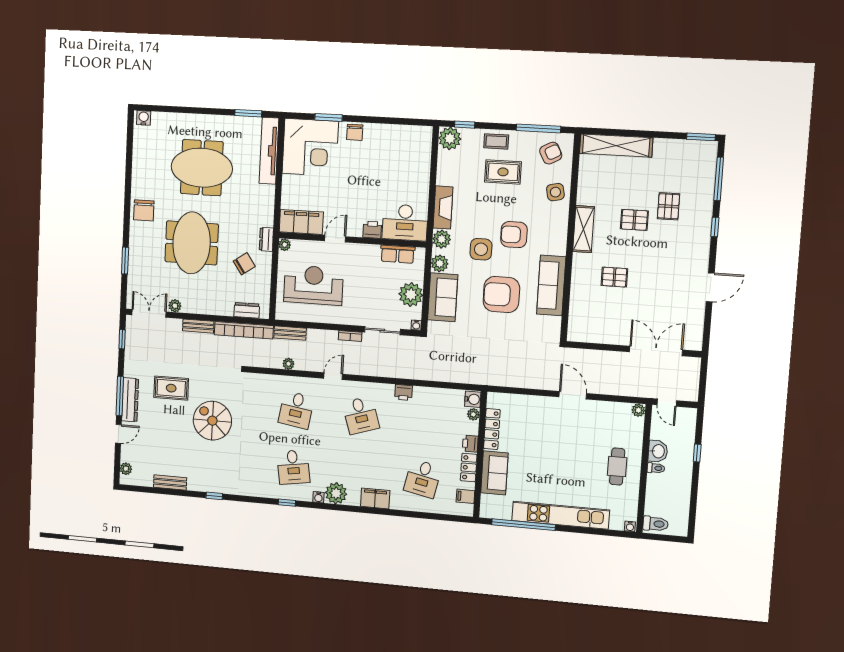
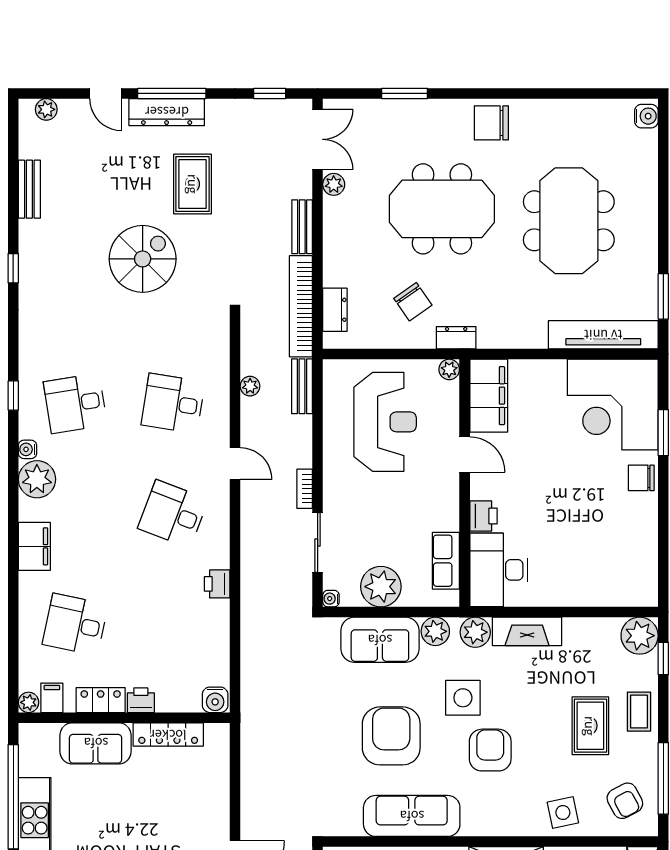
plant: (473, 414) -> (29, 702), moved
desk: (361, 415) -> (173, 514), turned 39

